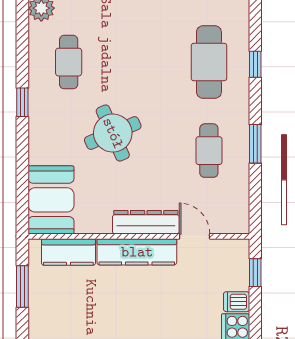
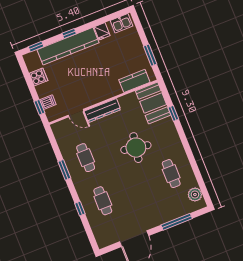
cafe table: (209, 62) -> (103, 201), width x0.73, depth x0.74
window: (22, 102) -> (173, 113), moved
round table: (113, 133) -> (136, 148), turned 33
kitchen counter: (137, 252) -> (101, 94), removed
dishwasher: (237, 302) -> (48, 102), moved

